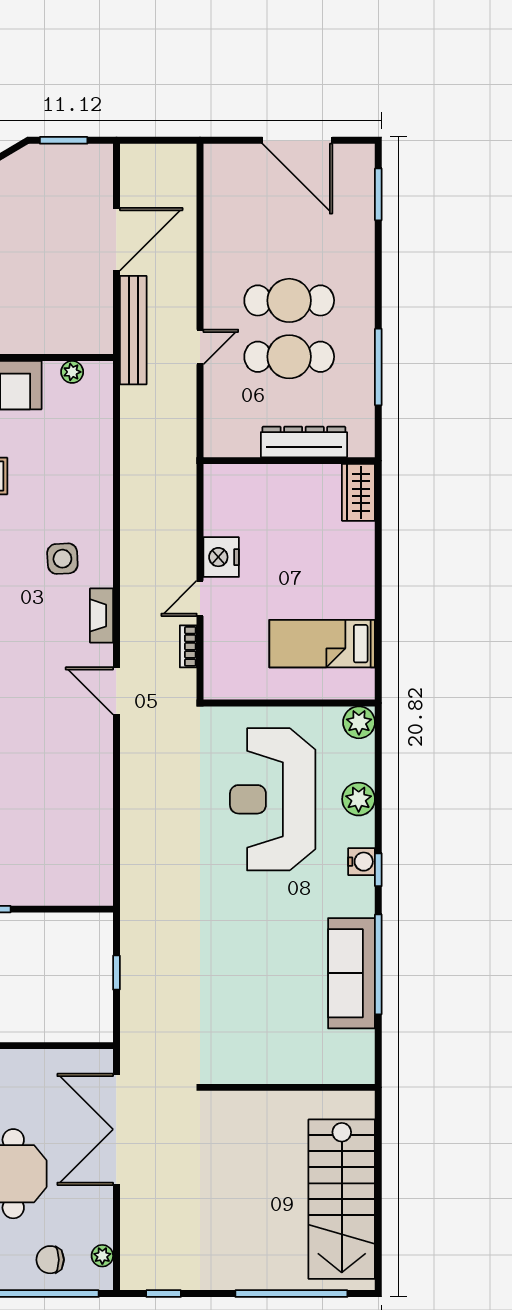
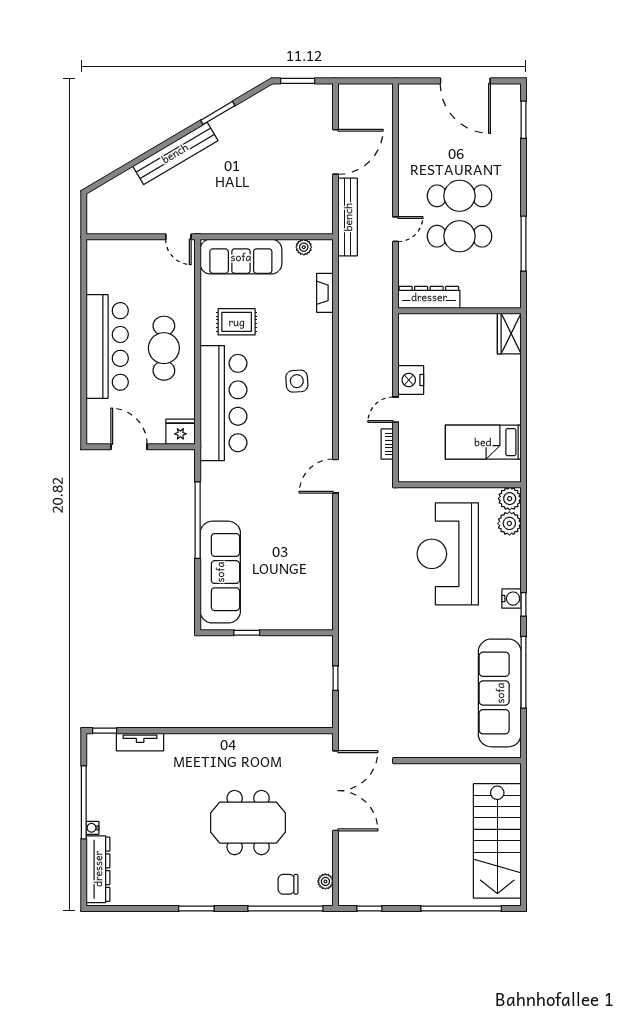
dresser: (304, 442) -> (429, 297), moved
fireplace: (102, 615) -> (325, 293), moved
door: (116, 691) -> (336, 476), hinge flipped
plant: (359, 799) -> (509, 523), moved
sofa: (351, 973) -> (500, 693), width x1.36, depth x1.27
double door: (116, 1129) -> (336, 791), swing flipped

